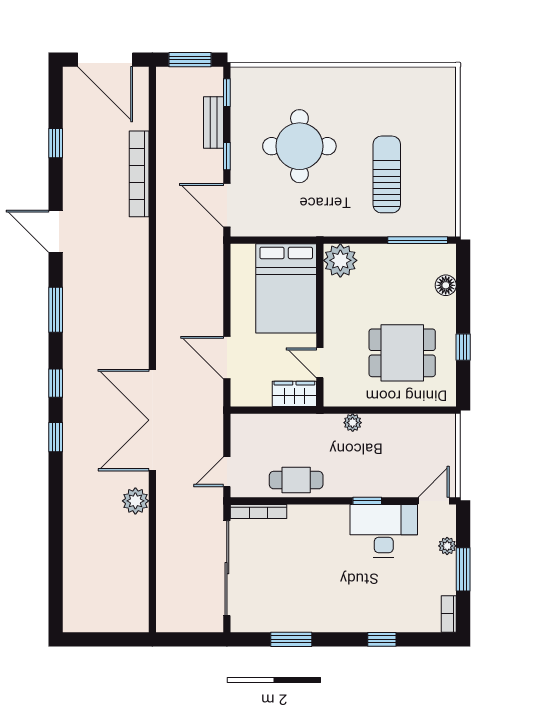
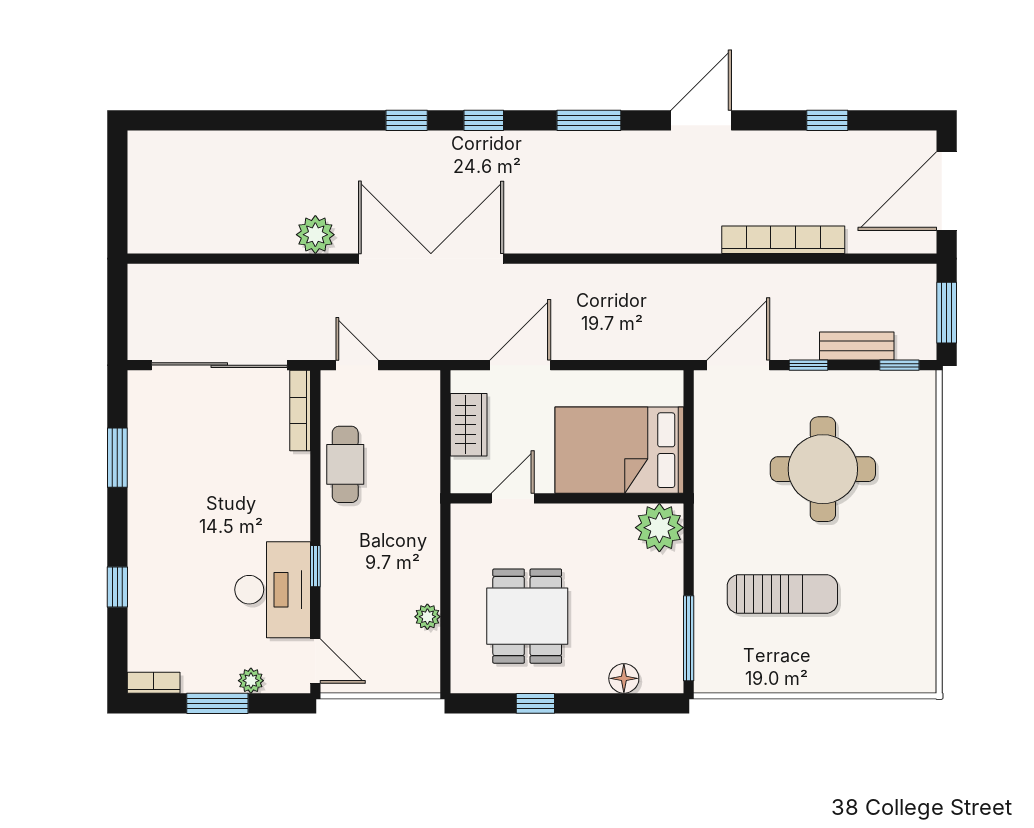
wardrobe: (294, 394) -> (469, 425), moved
plant: (353, 423) -> (427, 617), moved

